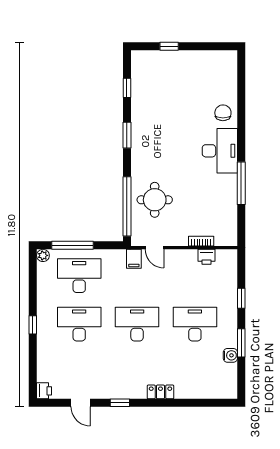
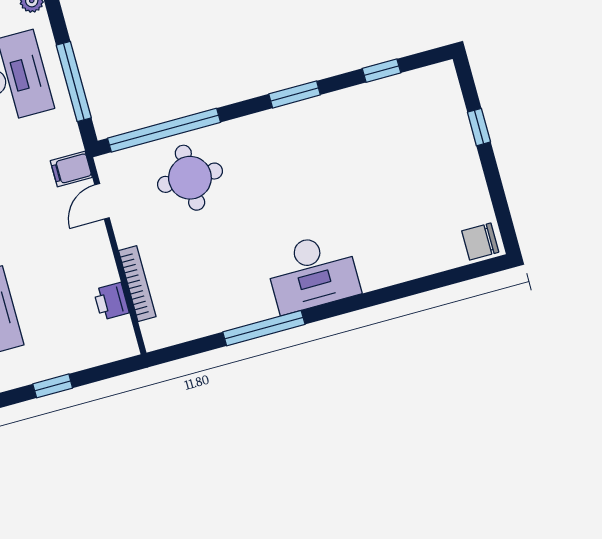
chair: (223, 113) -> (480, 242), moved, turned 180
bookcase: (201, 241) -> (137, 284), width x1.56
window: (72, 245) -> (74, 81), moved

